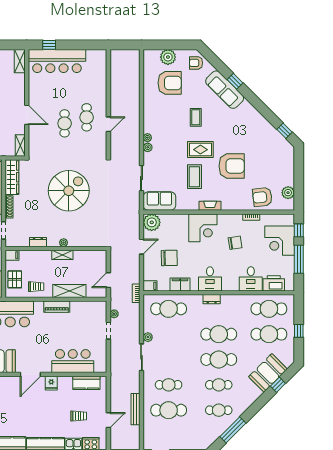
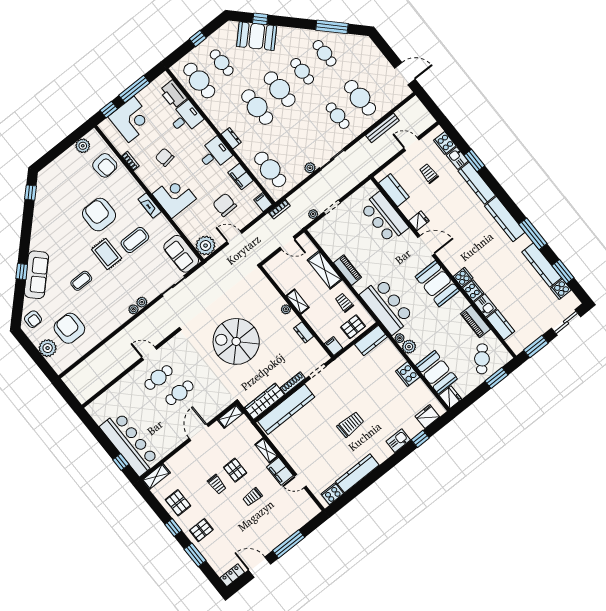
cafe table: (269, 334) -> (222, 63), width x0.73, depth x0.74

